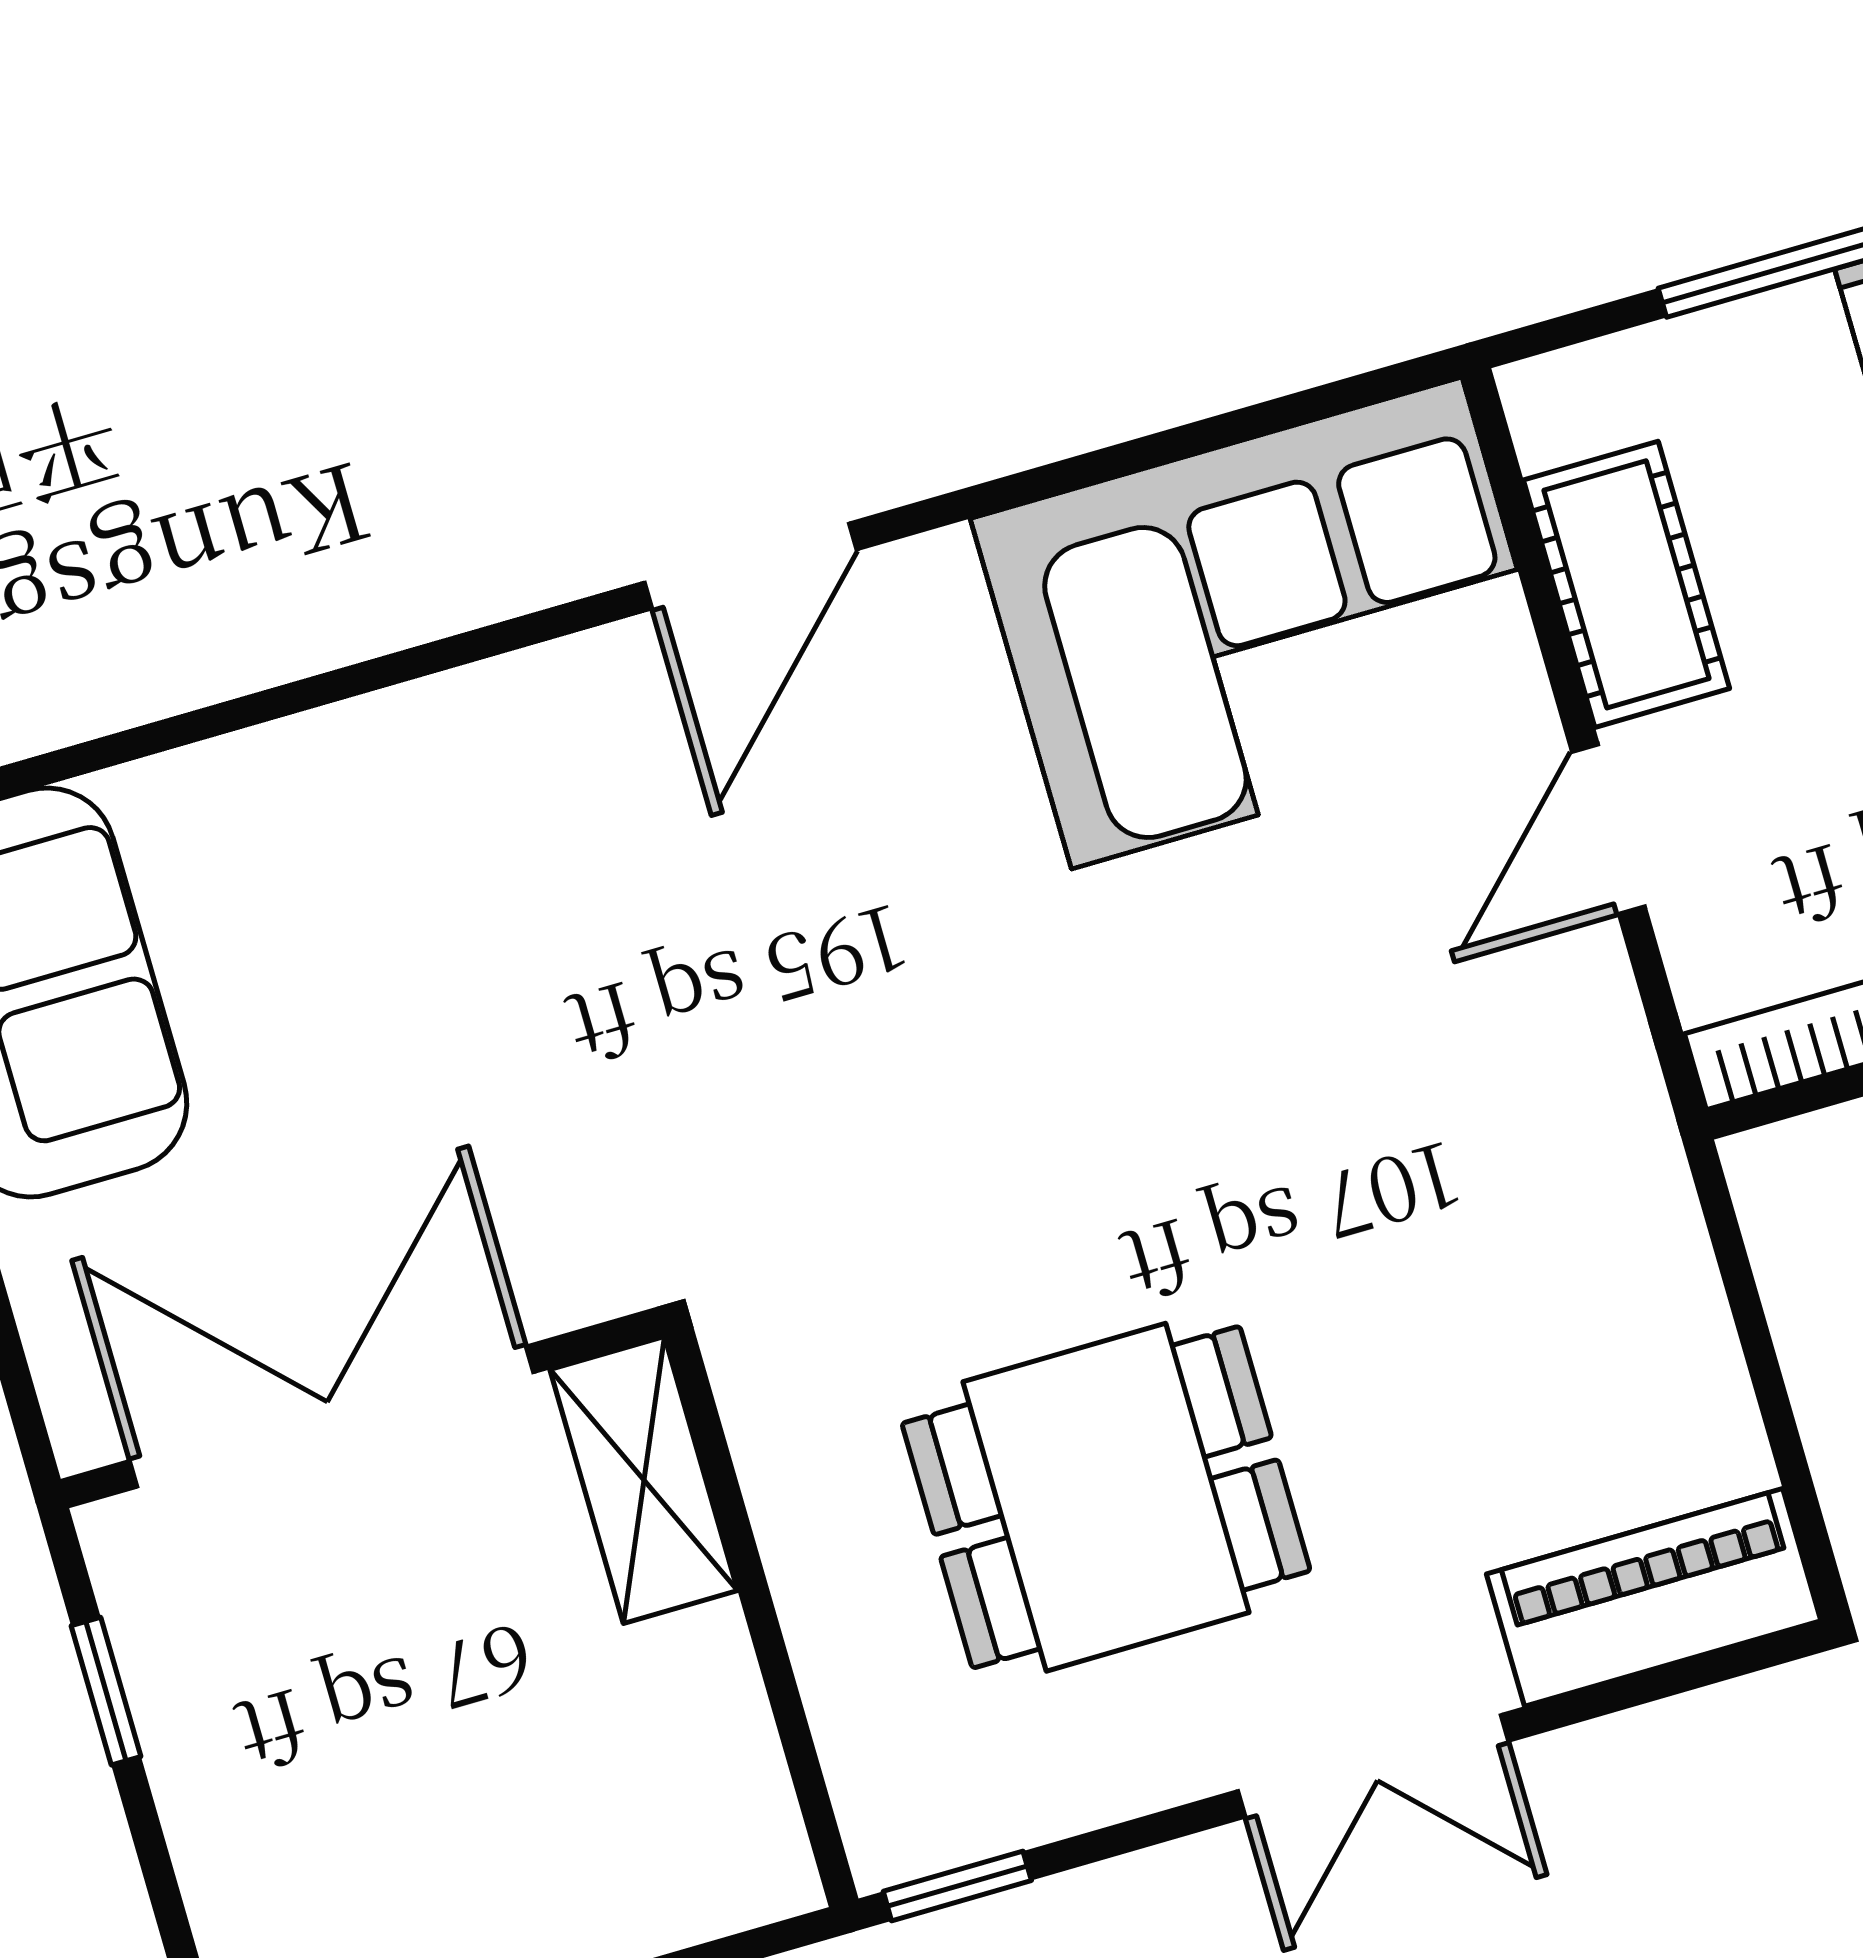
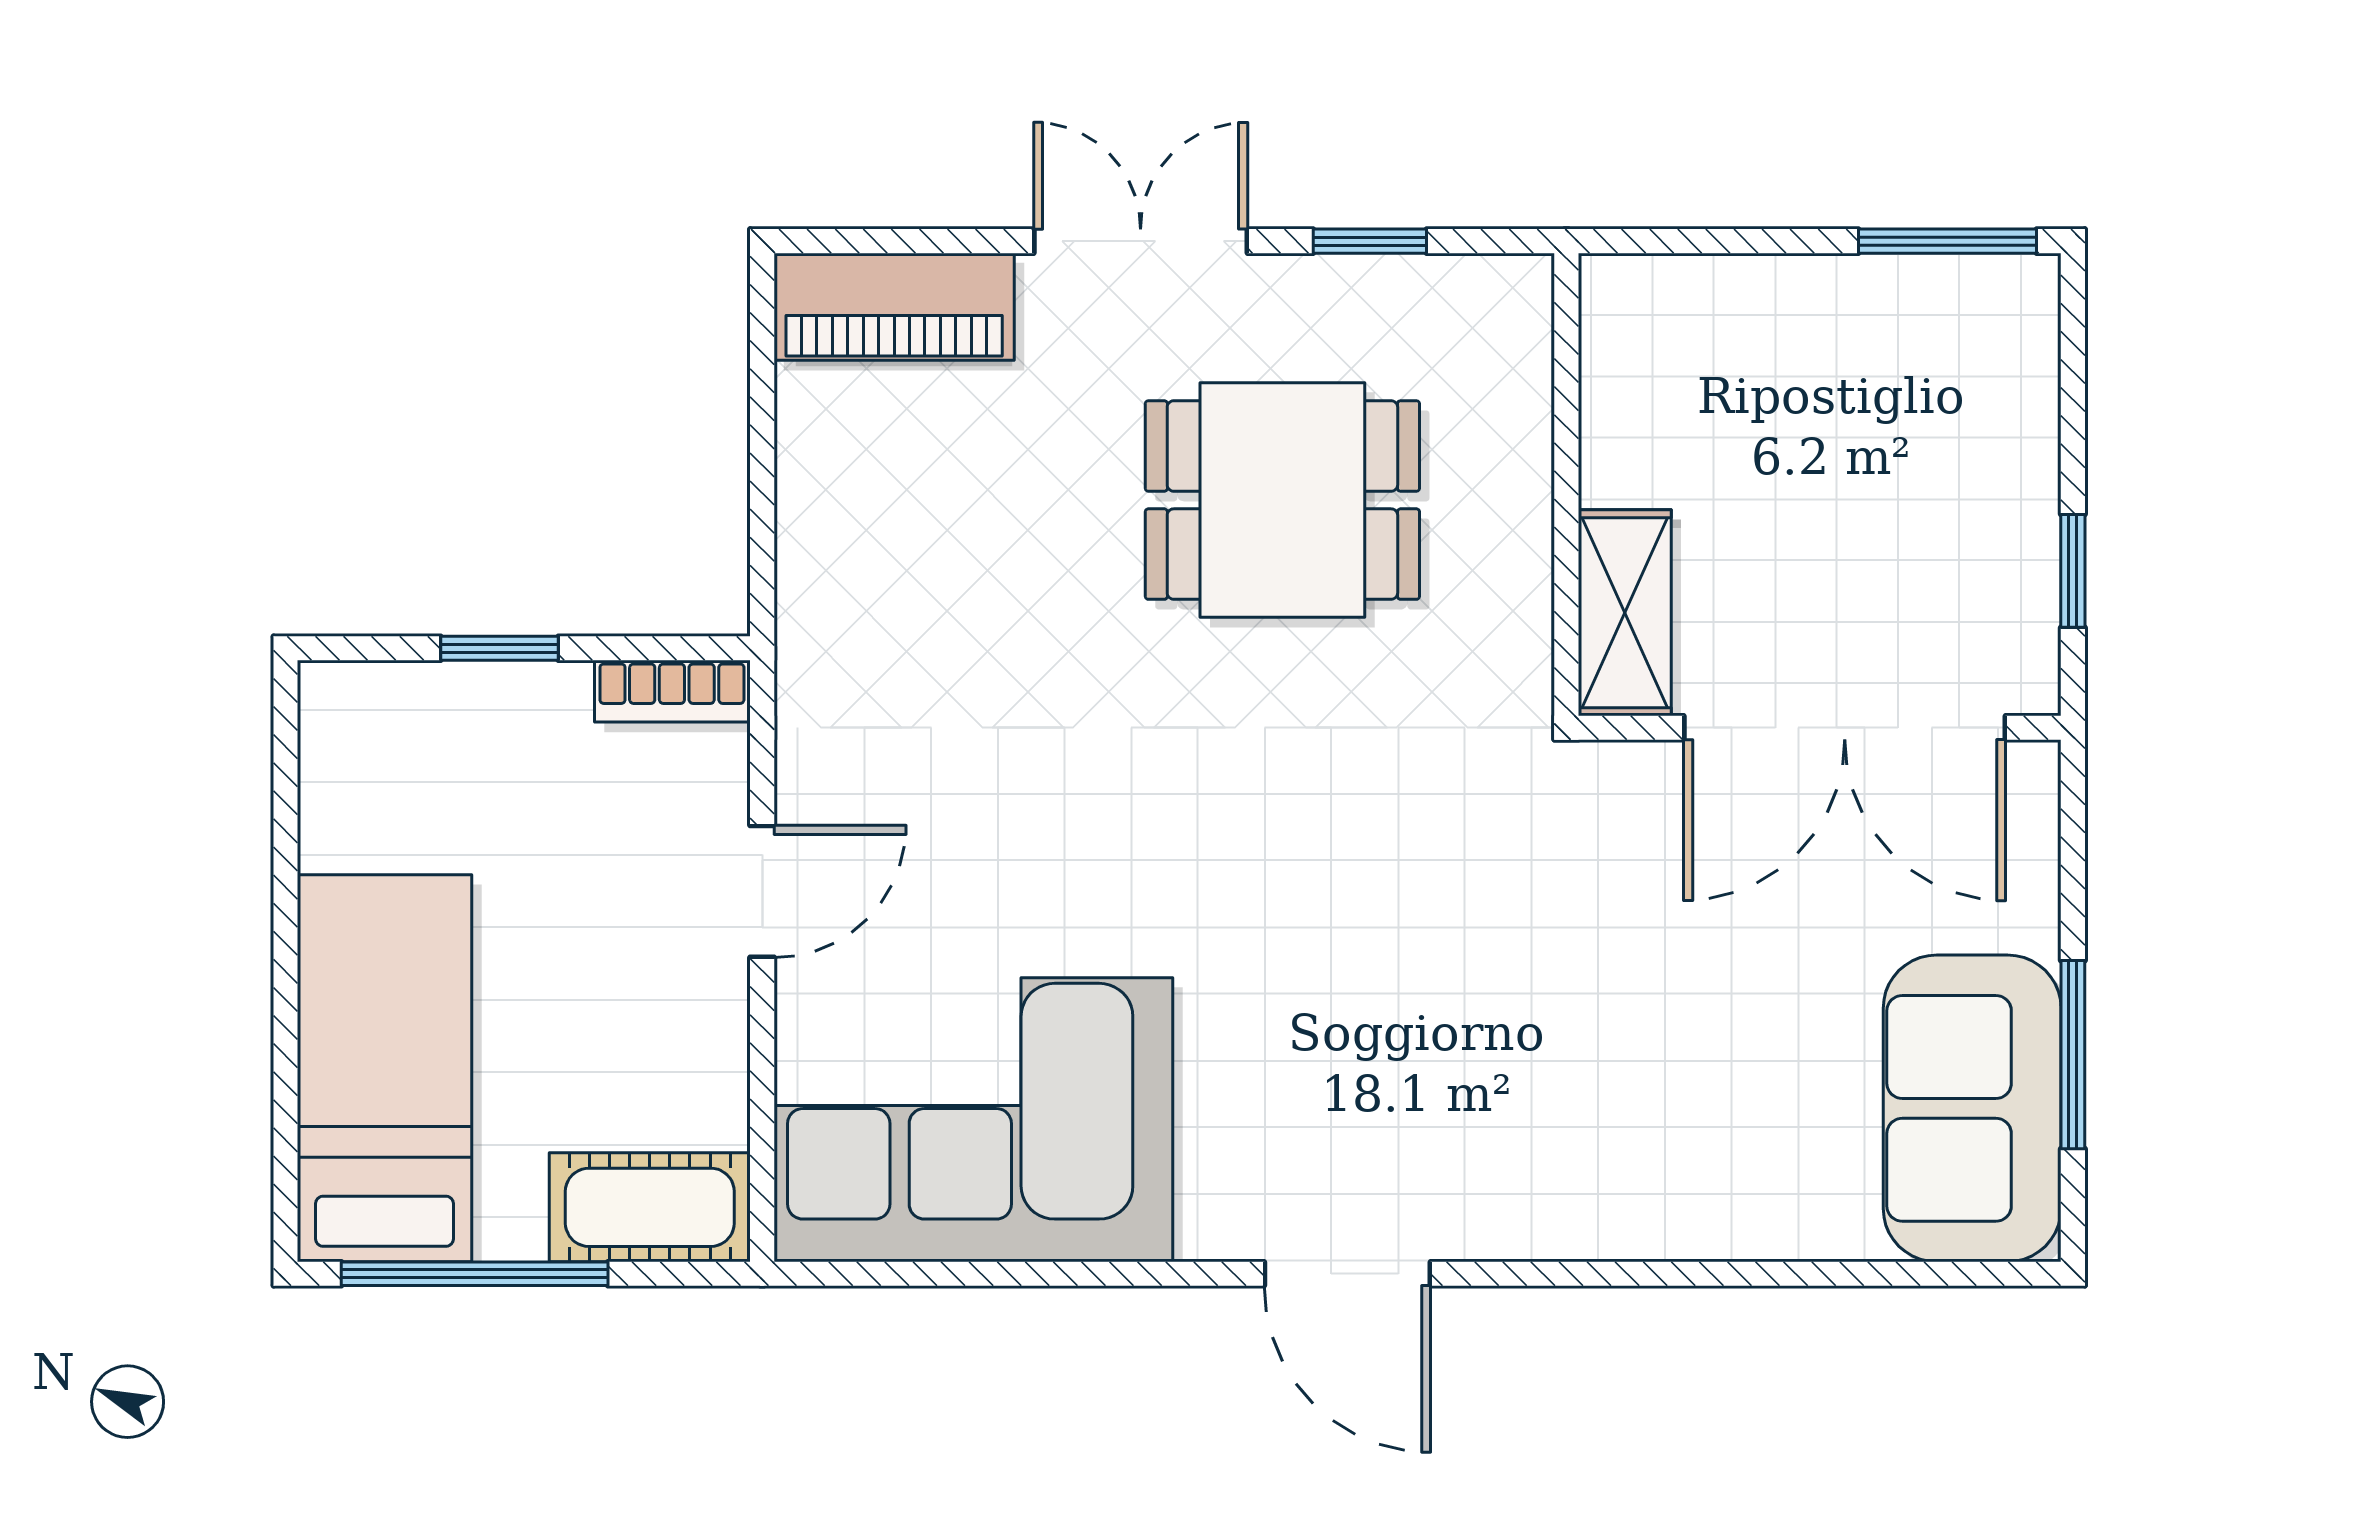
door: (750, 566) -> (1347, 1274), swing flipped
cot: (1627, 584) -> (650, 1207), moved, turned 90
window: (957, 1886) -> (1370, 241), moved

